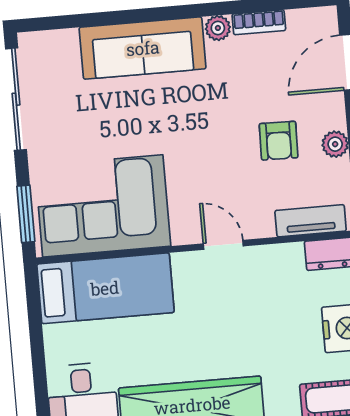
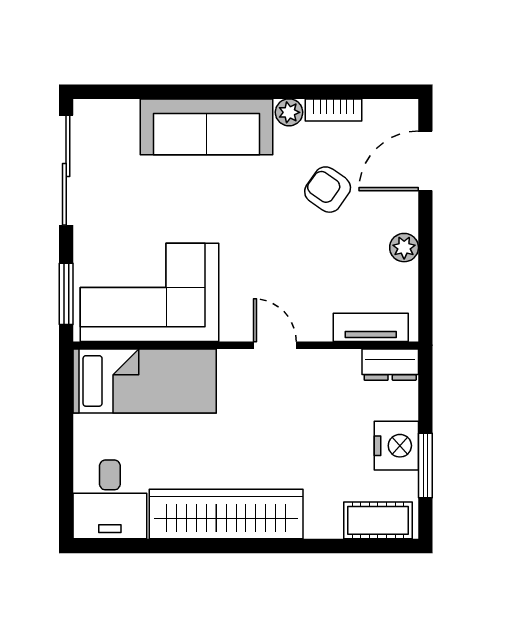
armchair: (279, 141) -> (328, 190), moved, turned 124

